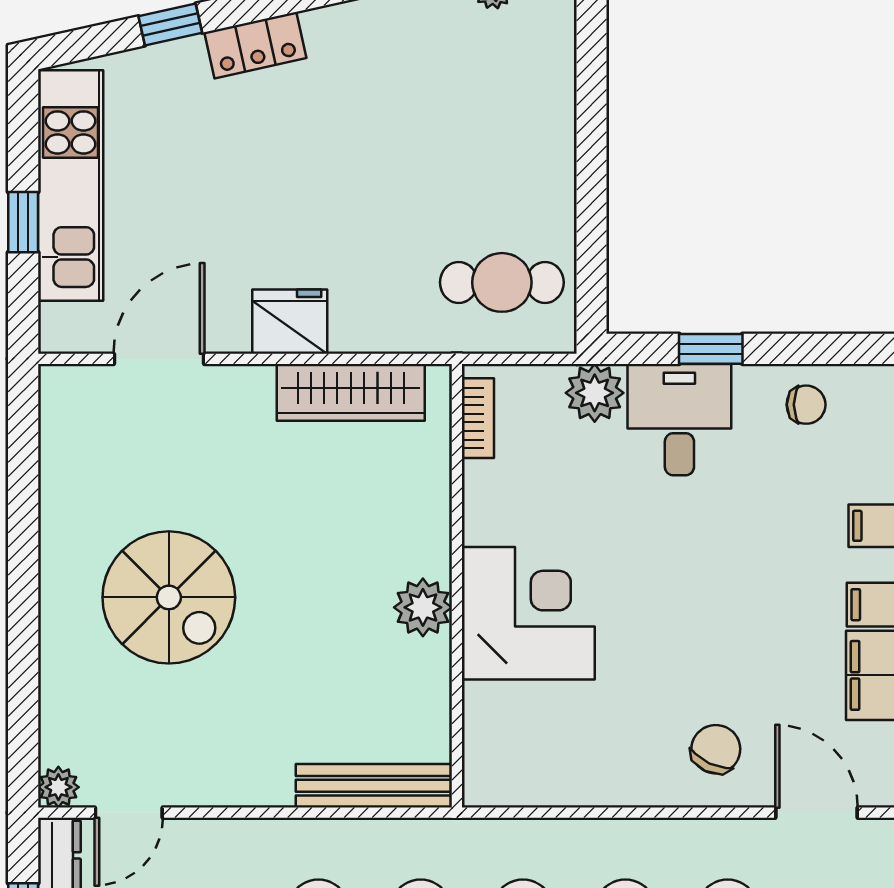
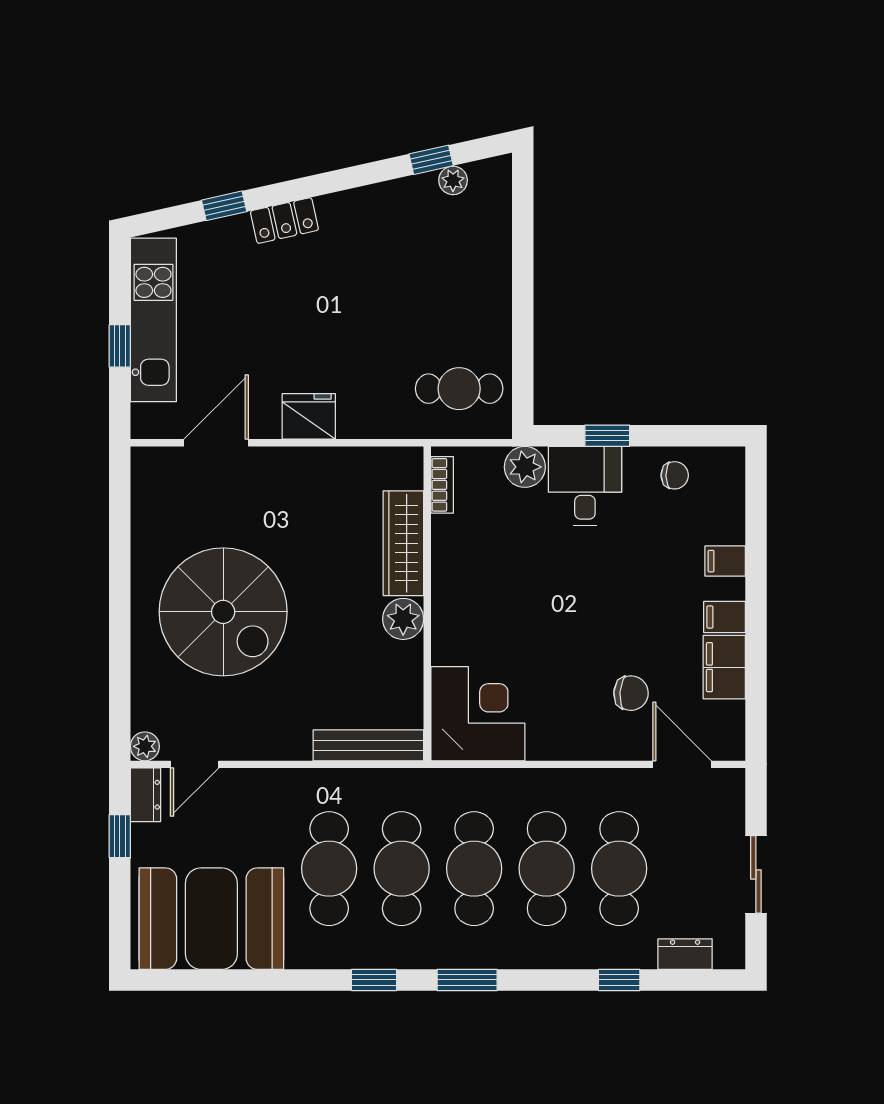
wardrobe: (351, 392) -> (403, 543), moved, turned 90
spiral stairs: (169, 597) -> (223, 612), width x1.37, depth x1.37
corner desk: (528, 613) -> (478, 714), moved
chair: (716, 749) -> (631, 693), moved, turned 69

